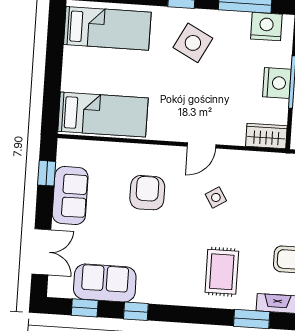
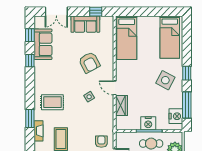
wardrobe: (266, 136) -> (121, 105), moved
armchair: (147, 193) -> (89, 62), turned 62

